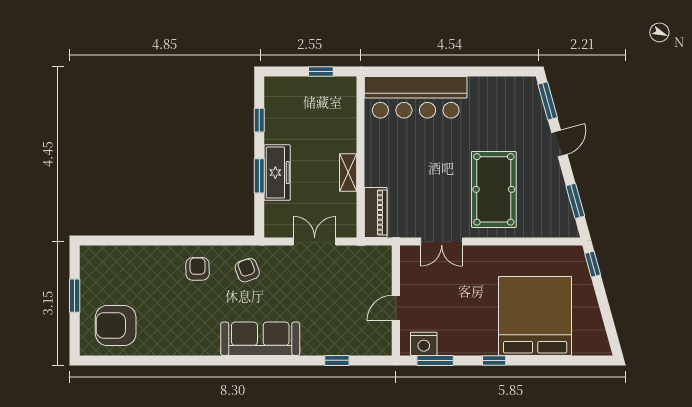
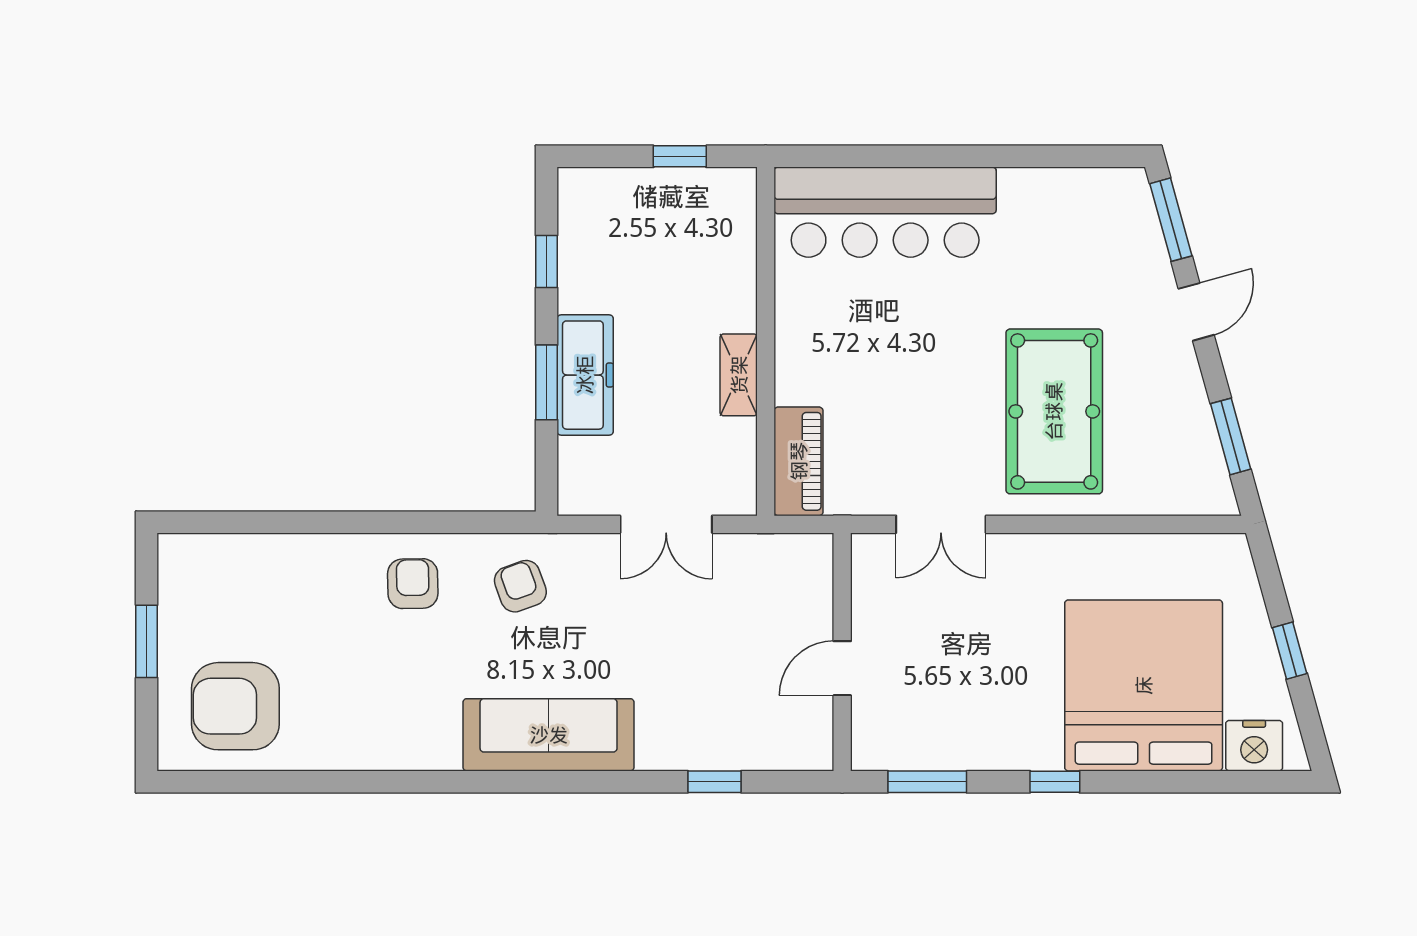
double door: (315, 242) -> (666, 524), swing flipped
window: (593, 264) -> (1290, 651), moved
nightstand: (424, 344) -> (1254, 746), moved

